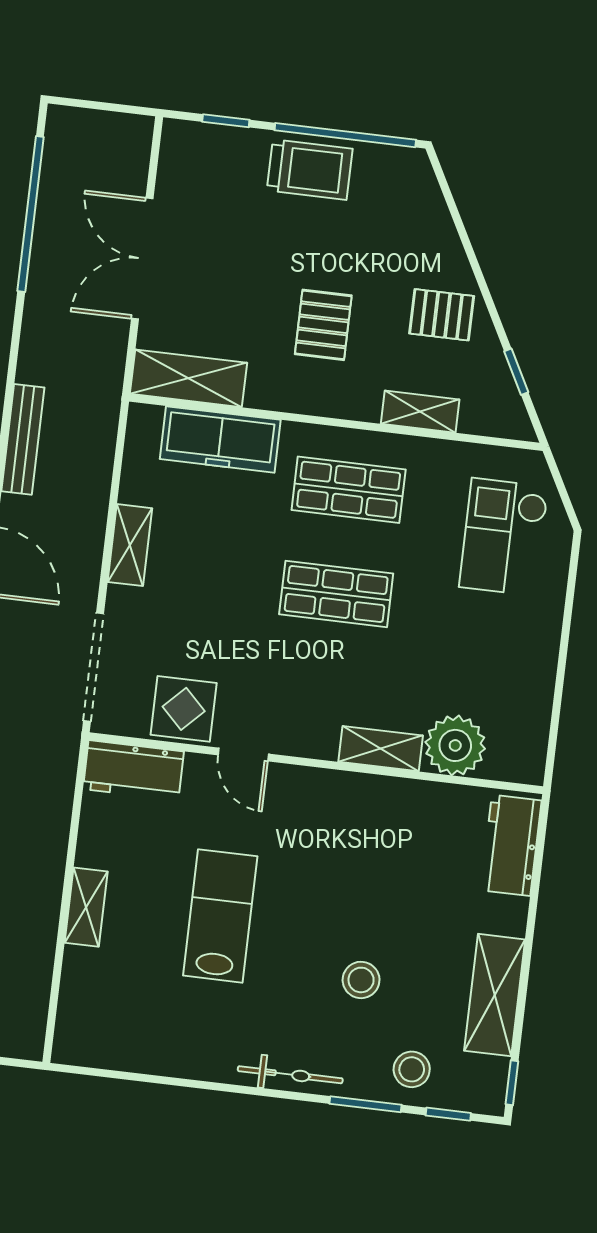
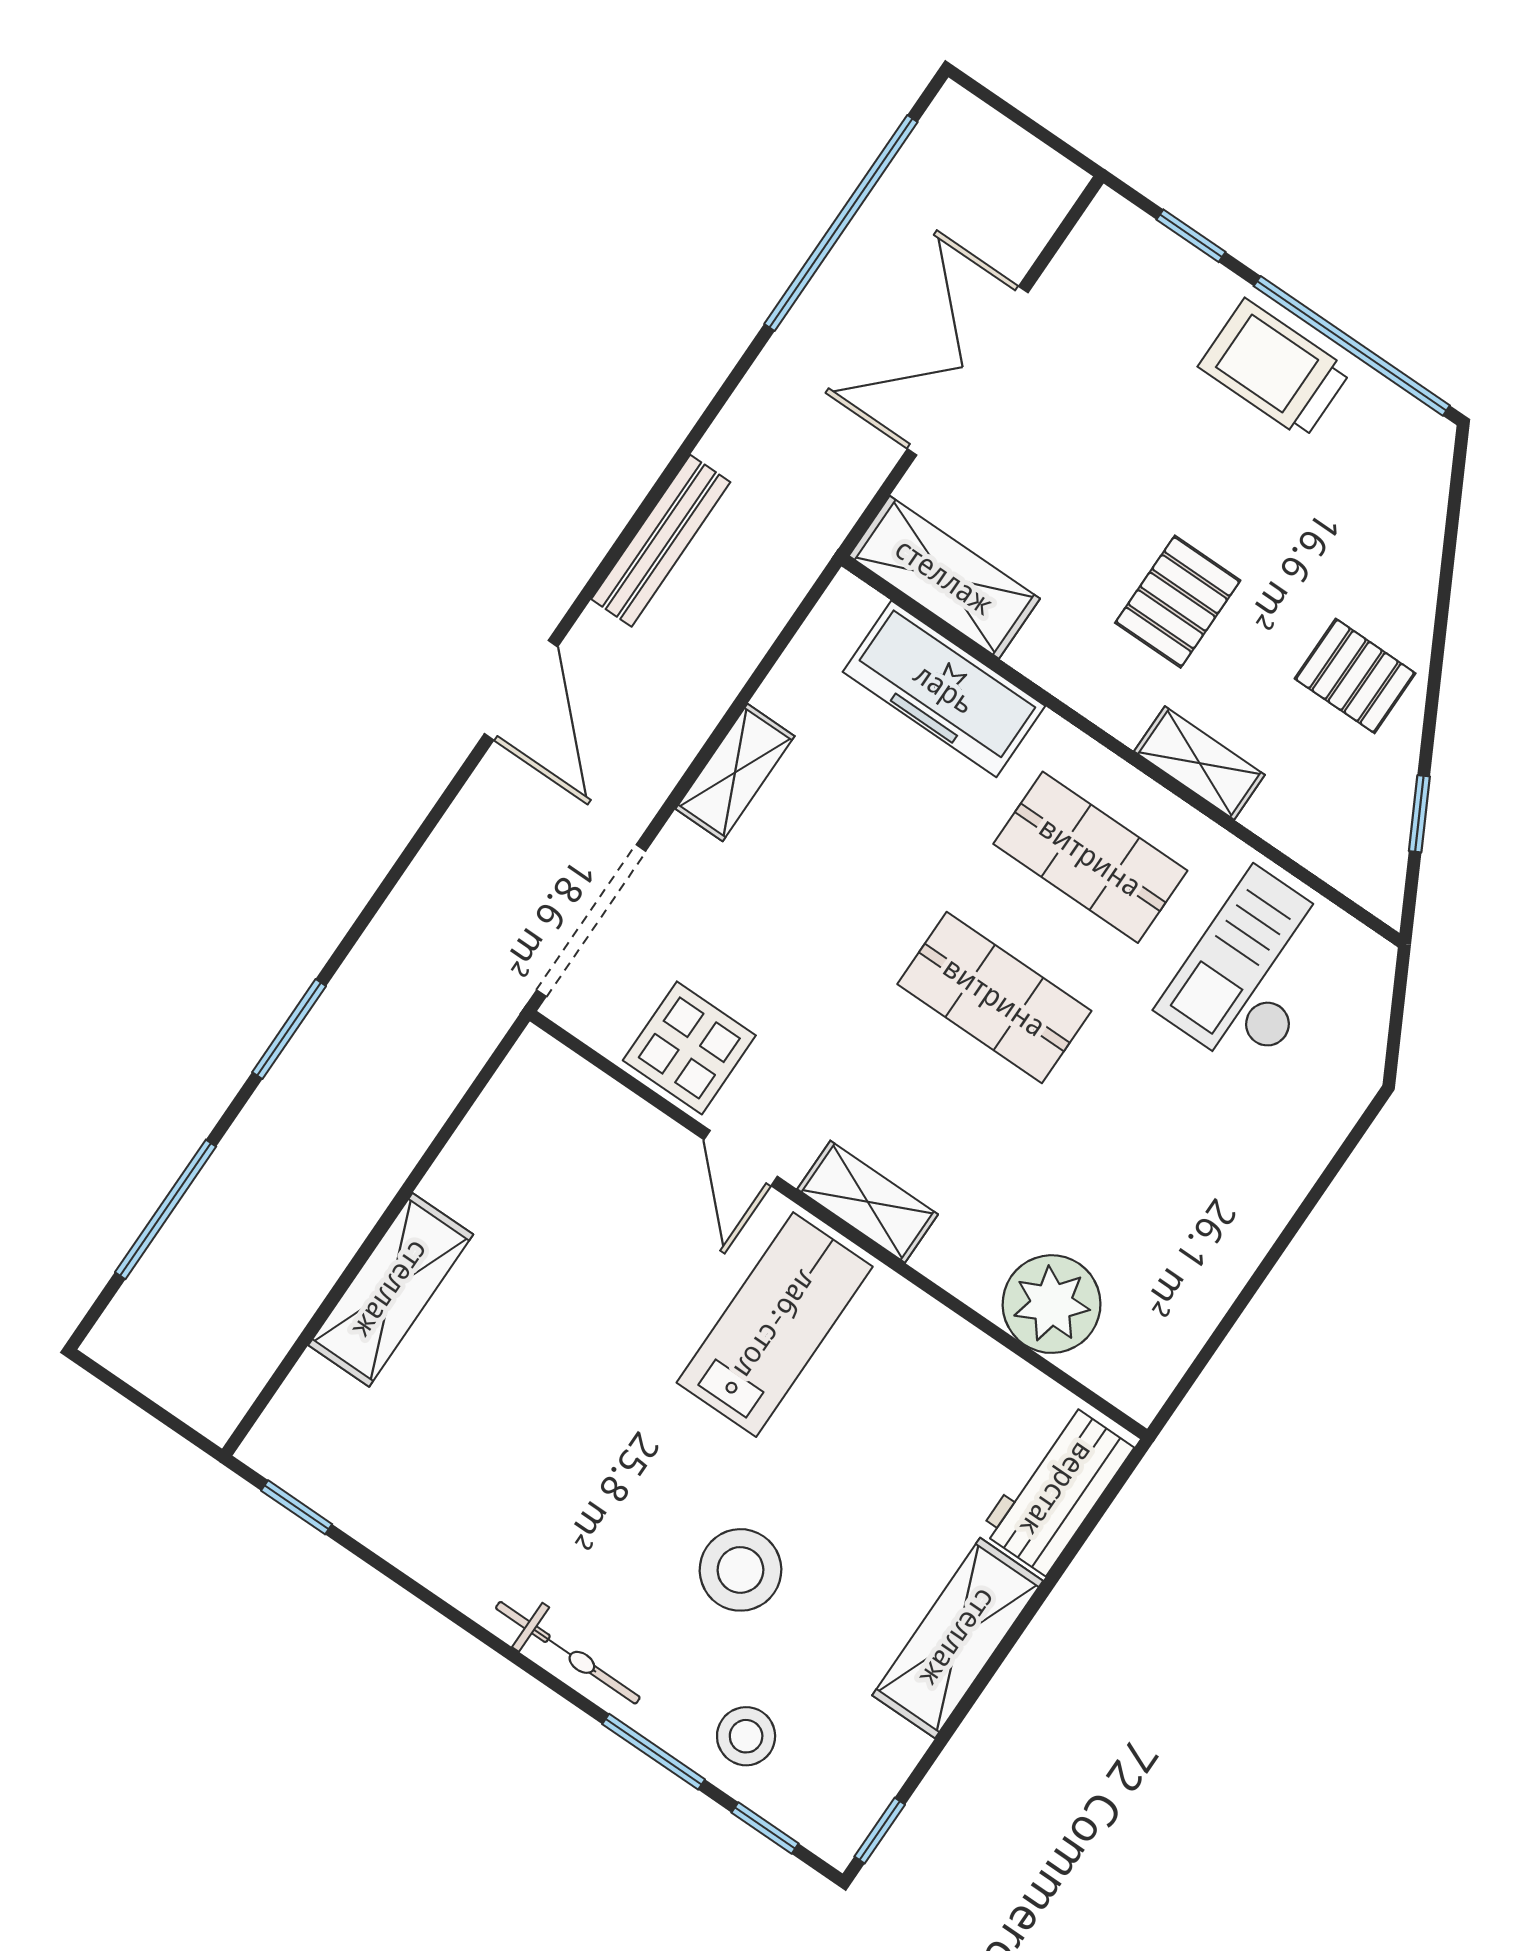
trolley: (310, 170) -> (1275, 369), turned 180
shelving: (420, 412) -> (1199, 763), moved
checkout: (504, 537) -> (1255, 972), moved
shelving: (381, 749) -> (868, 1202), moved
workbench: (133, 770) -> (571, 1098), removed
shelving: (86, 907) -> (391, 1290), width x1.50, depth x1.33
lab bench: (220, 916) -> (775, 1325), moved
stool: (361, 980) -> (740, 1570), width x1.38, depth x1.38
shelving: (495, 995) -> (958, 1638), moved
window: (100, 1073) -> (297, 1507), added

